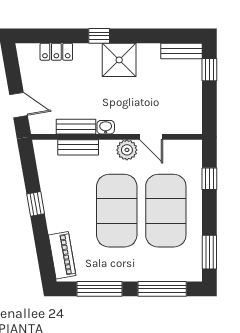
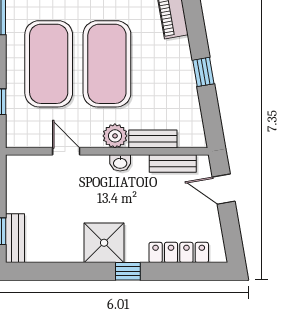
bench: (181, 51) -> (15, 238), moved, turned 90
locker: (56, 52) -> (179, 252), width x1.53
bench: (76, 127) -> (173, 163), moved
plant: (127, 150) -> (115, 136), moved

